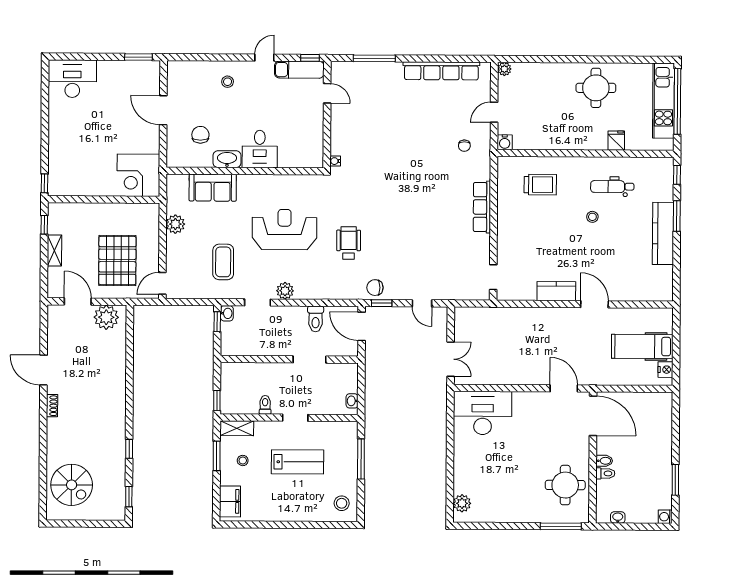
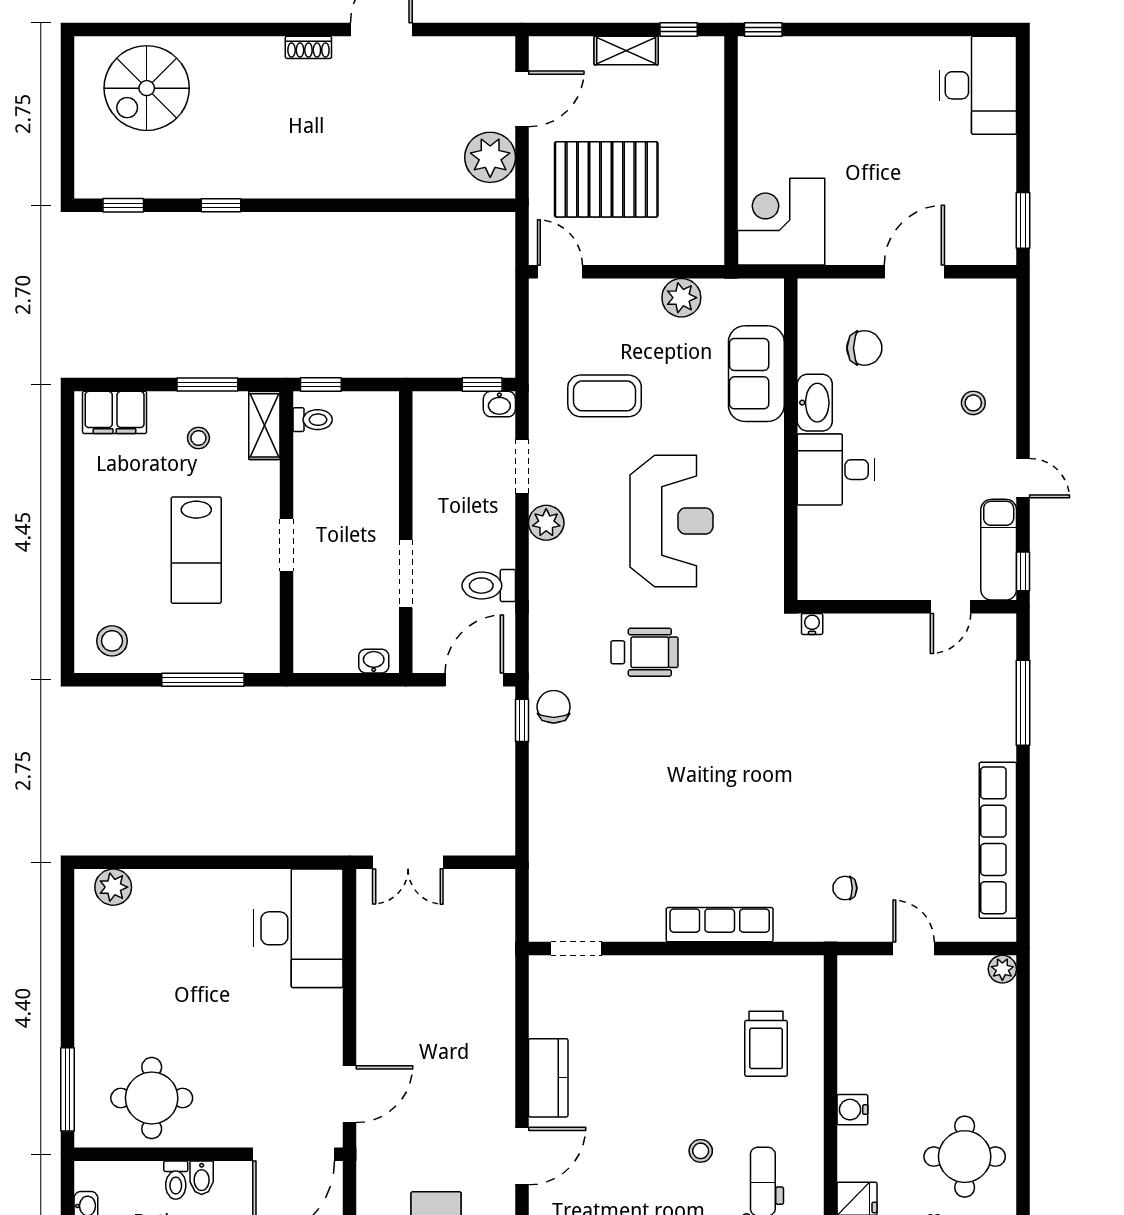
water cooler: (505, 142) -> (852, 1110), moved
door: (422, 303) -> (522, 803), removed
washbasin: (352, 401) -> (374, 661), moved
toilet: (265, 405) -> (313, 420), moved

